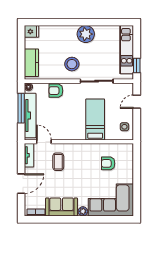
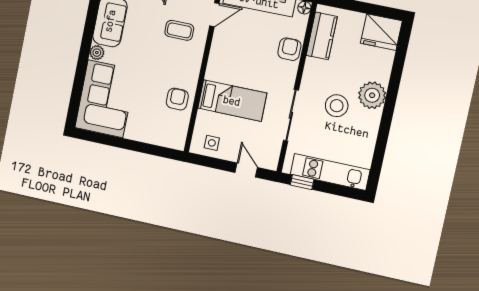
fridge: (31, 31) -> (381, 32), width x1.88, depth x1.34
plant: (86, 34) -> (372, 95), moved
kitchen counter: (31, 63) -> (322, 36), moved, turned -90
stool: (72, 64) -> (337, 106), moved
armchair: (108, 163) -> (177, 99), moved

